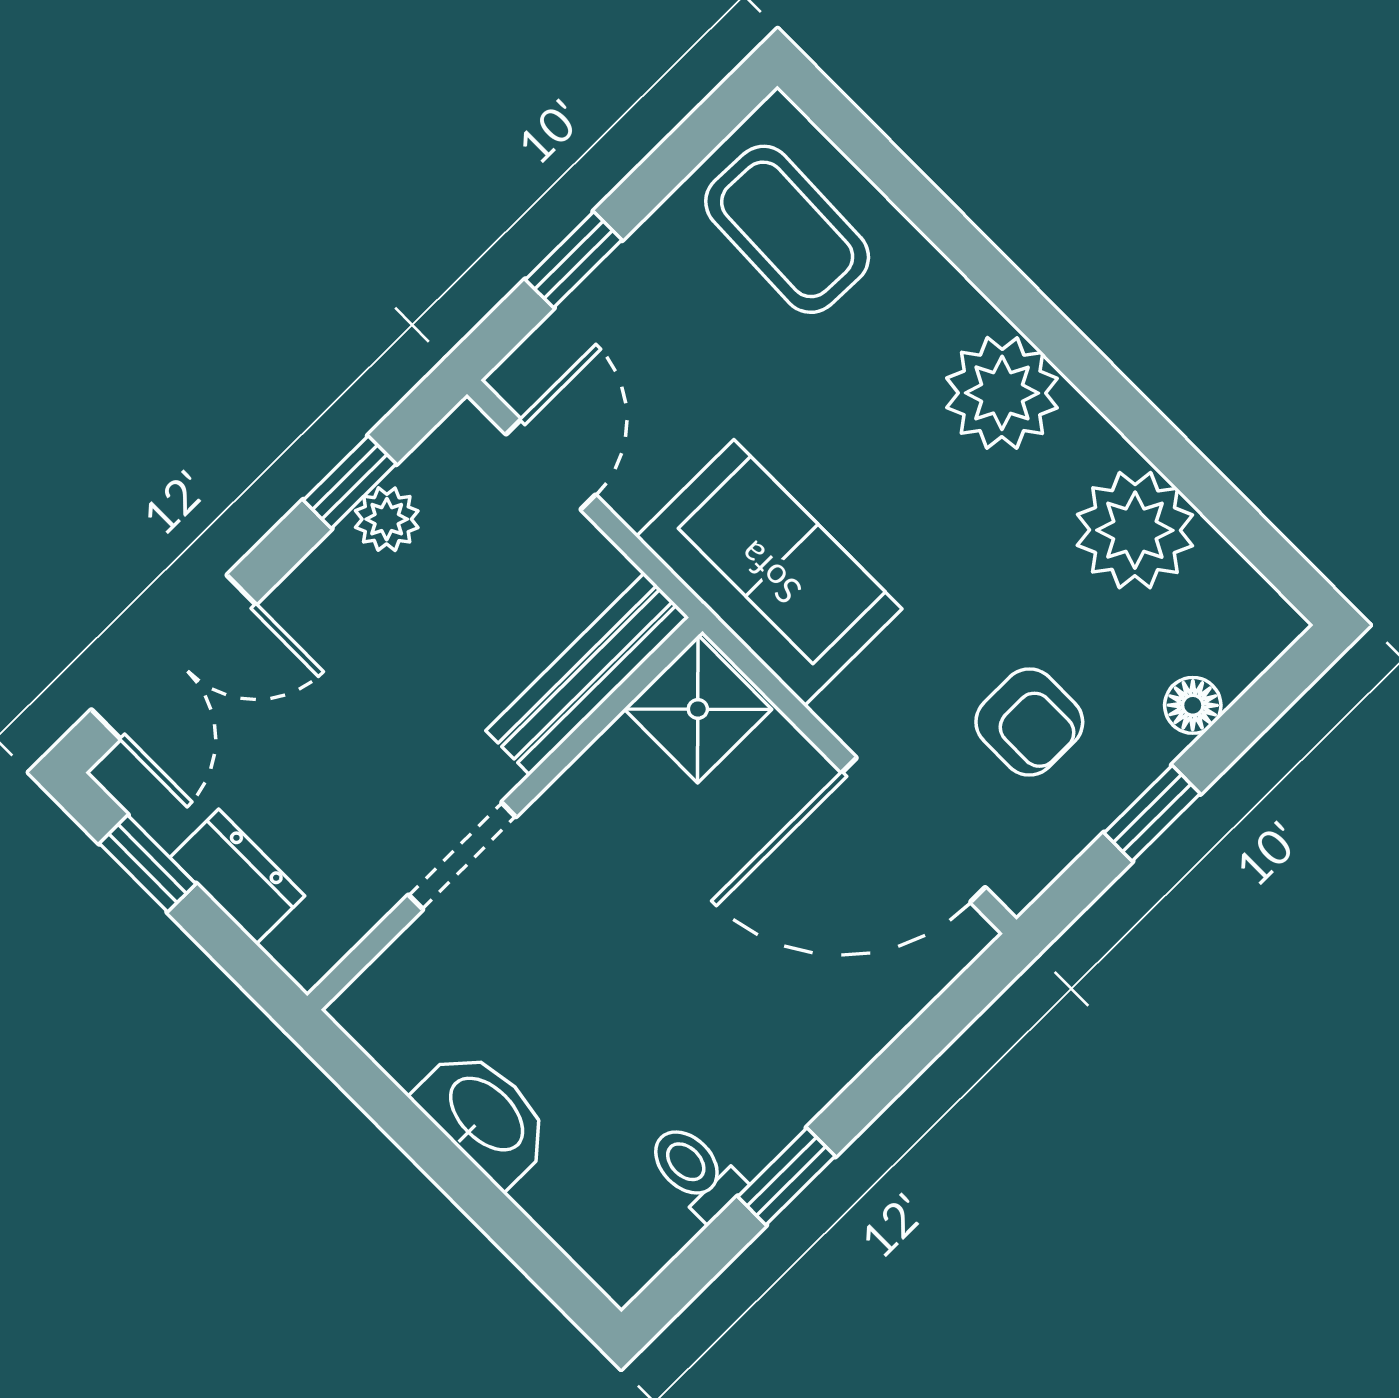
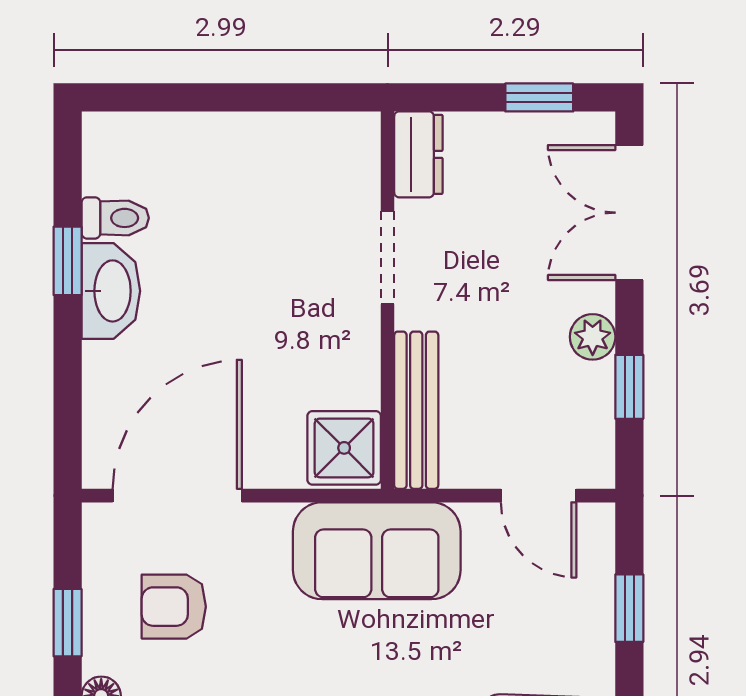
plant: (387, 519) -> (593, 337), moved
dresser: (237, 877) -> (418, 154), moved, turned -90
washbasin: (485, 1116) -> (111, 291), moved, turned -90

